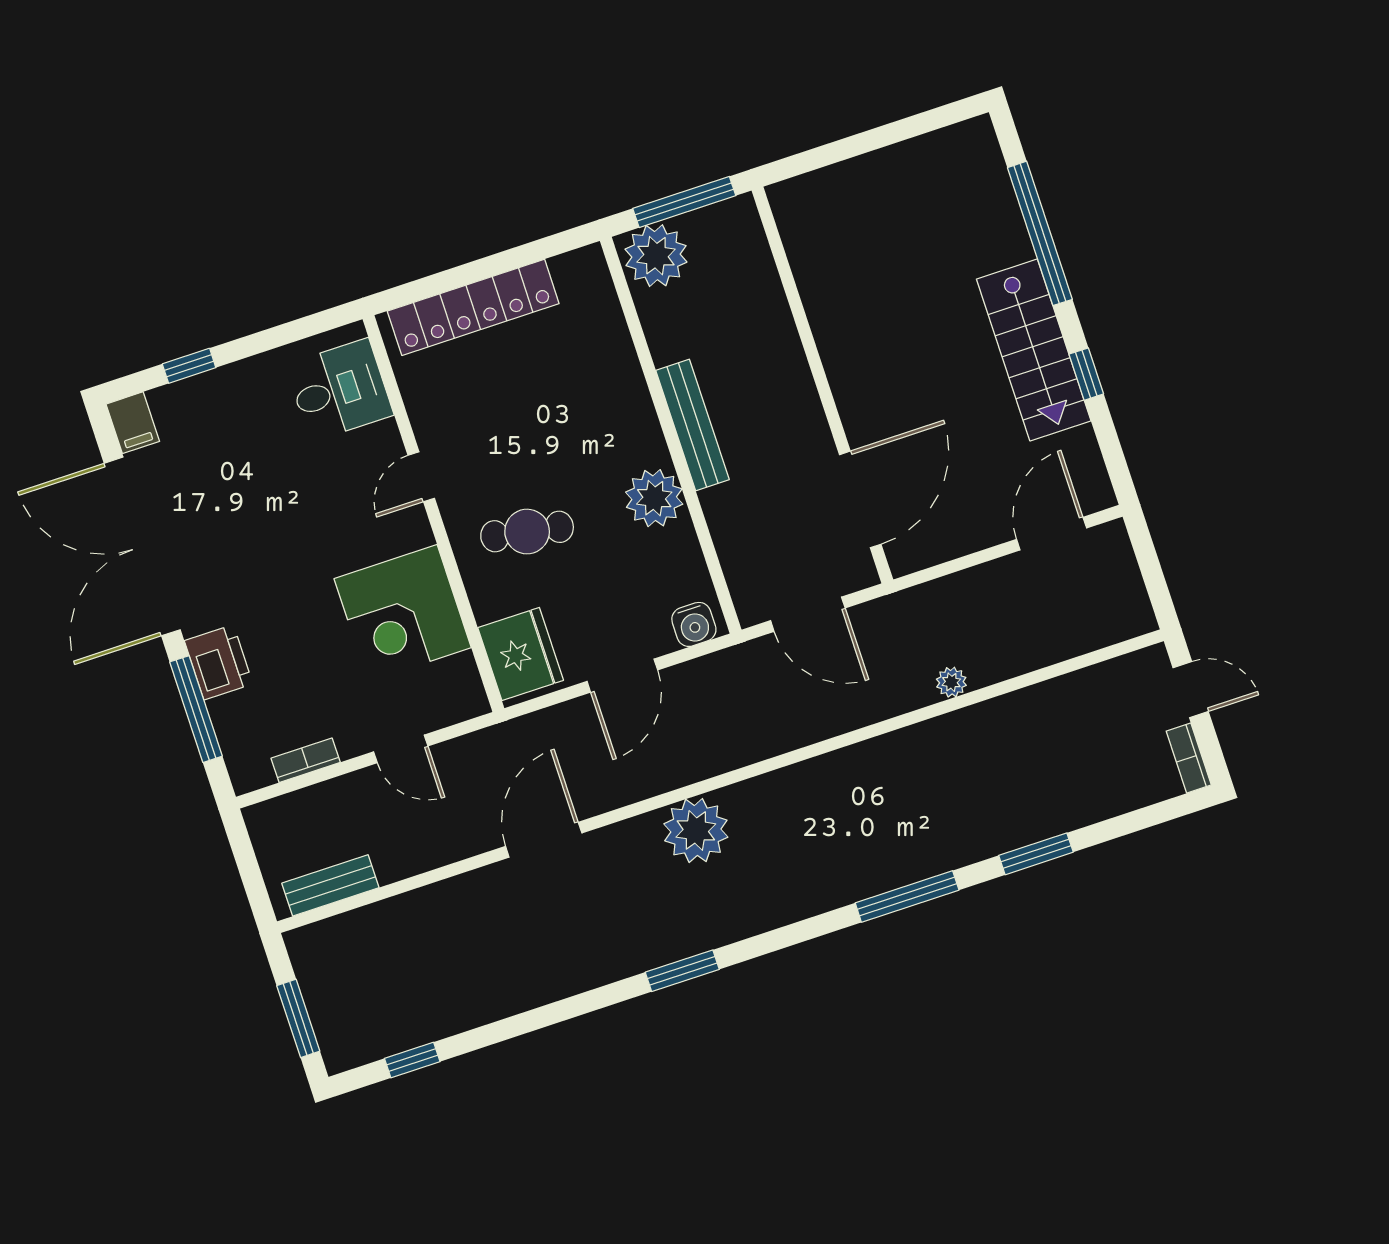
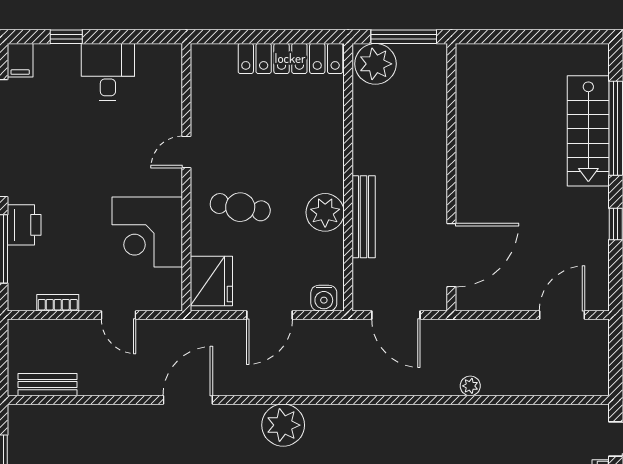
locker: (473, 307) -> (290, 58), moved
stairs: (1034, 350) -> (588, 131), moved
desk: (339, 390) -> (108, 72), moved, turned -90
bench: (693, 425) -> (364, 217), moved

